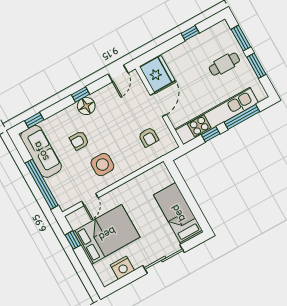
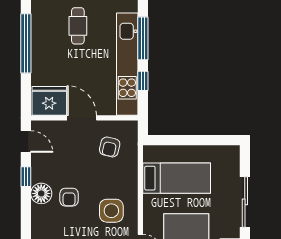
window: (190, 33) -> (26, 43), width x3.17
window: (81, 94) -> (26, 177), moved
armchair: (148, 137) -> (110, 147), turned 103
armchair: (79, 141) -> (69, 197), moved
bed: (178, 213) -> (177, 178), moved, turned 180

